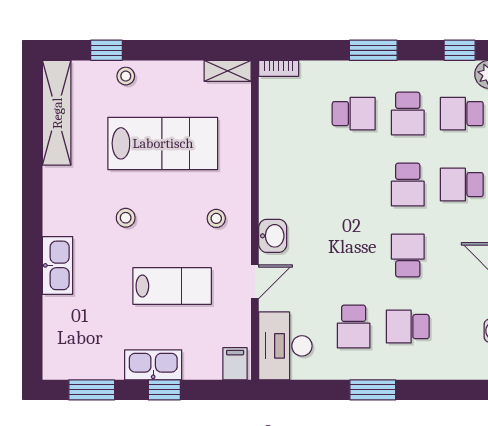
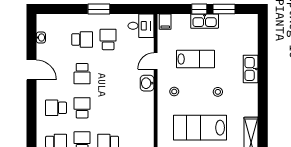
school desk: (462, 185) -> (56, 108), turned 180
lab bench: (172, 286) -> (195, 59), turned 180
desk: (285, 346) -> (141, 26), width x0.73
window: (92, 390) -> (224, 9), moved

